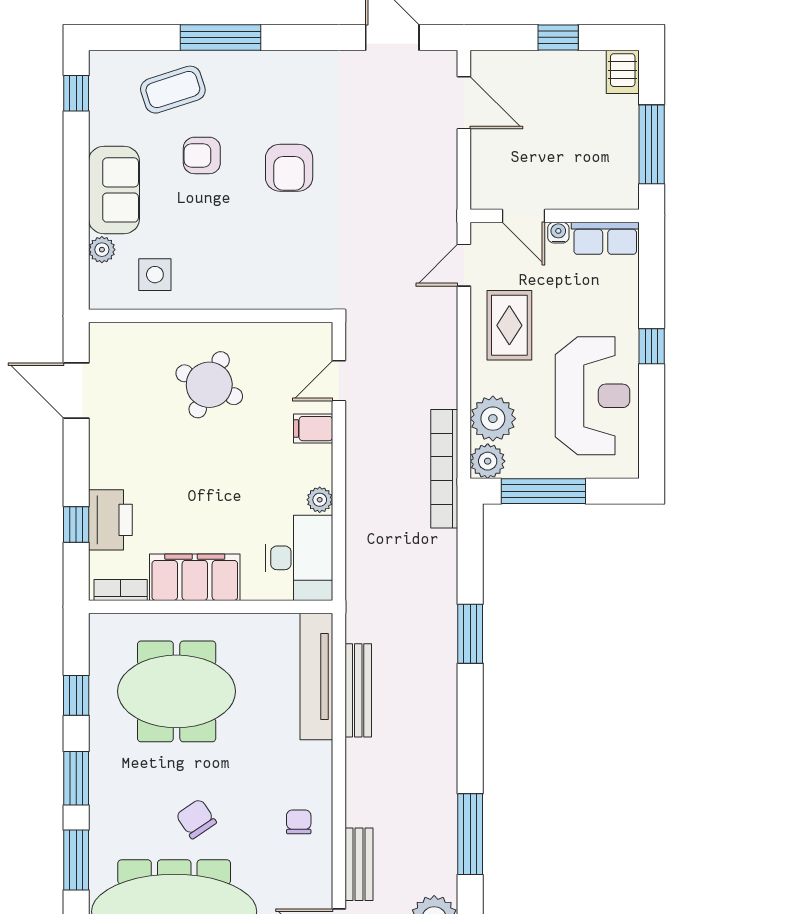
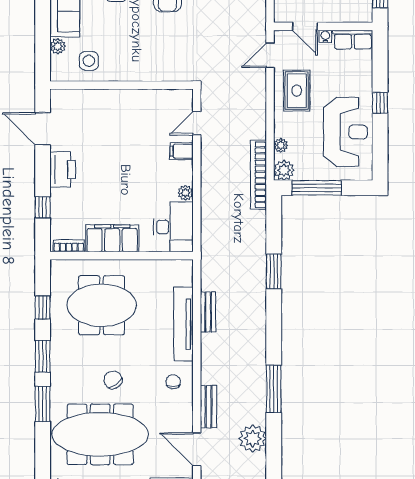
round table: (209, 385) -> (121, 125), removed
plant: (493, 419) -> (281, 145), width x0.53, depth x0.53
printer: (110, 520) -> (63, 170), moved
tv unit: (316, 676) -> (184, 324), moved
bench: (358, 690) -> (208, 312), width x0.73

